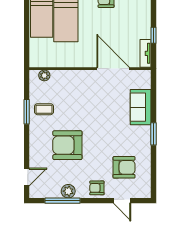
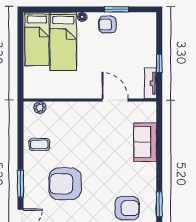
door: (113, 69) -> (115, 100), width x0.73
window: (27, 112) -> (20, 184), moved
window: (153, 134) -> (159, 204), moved

